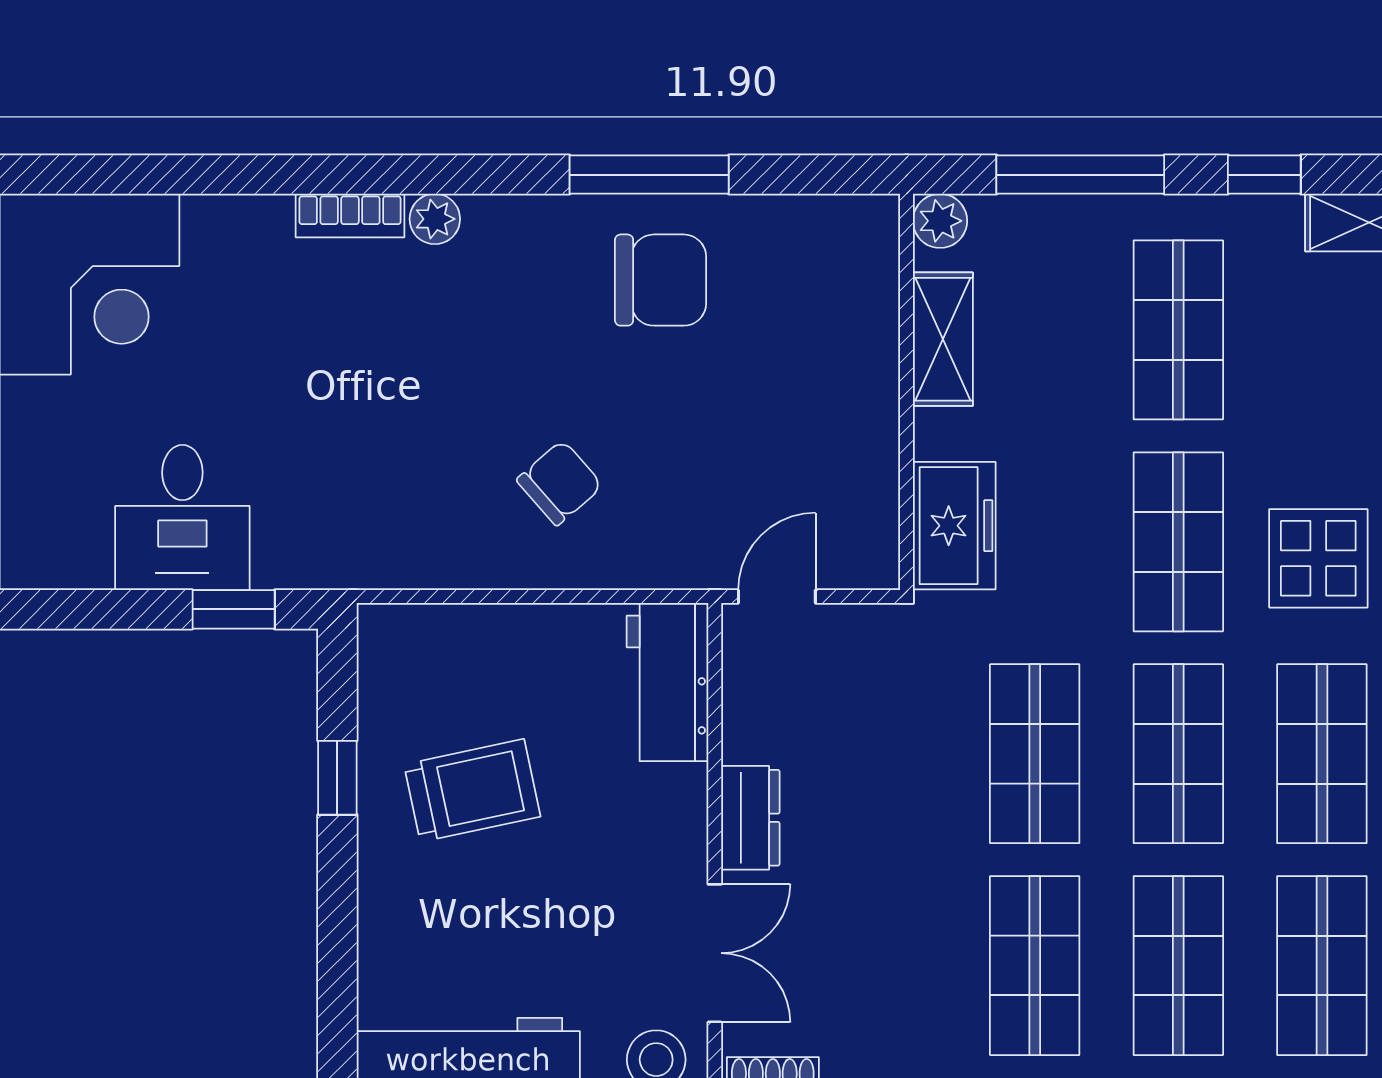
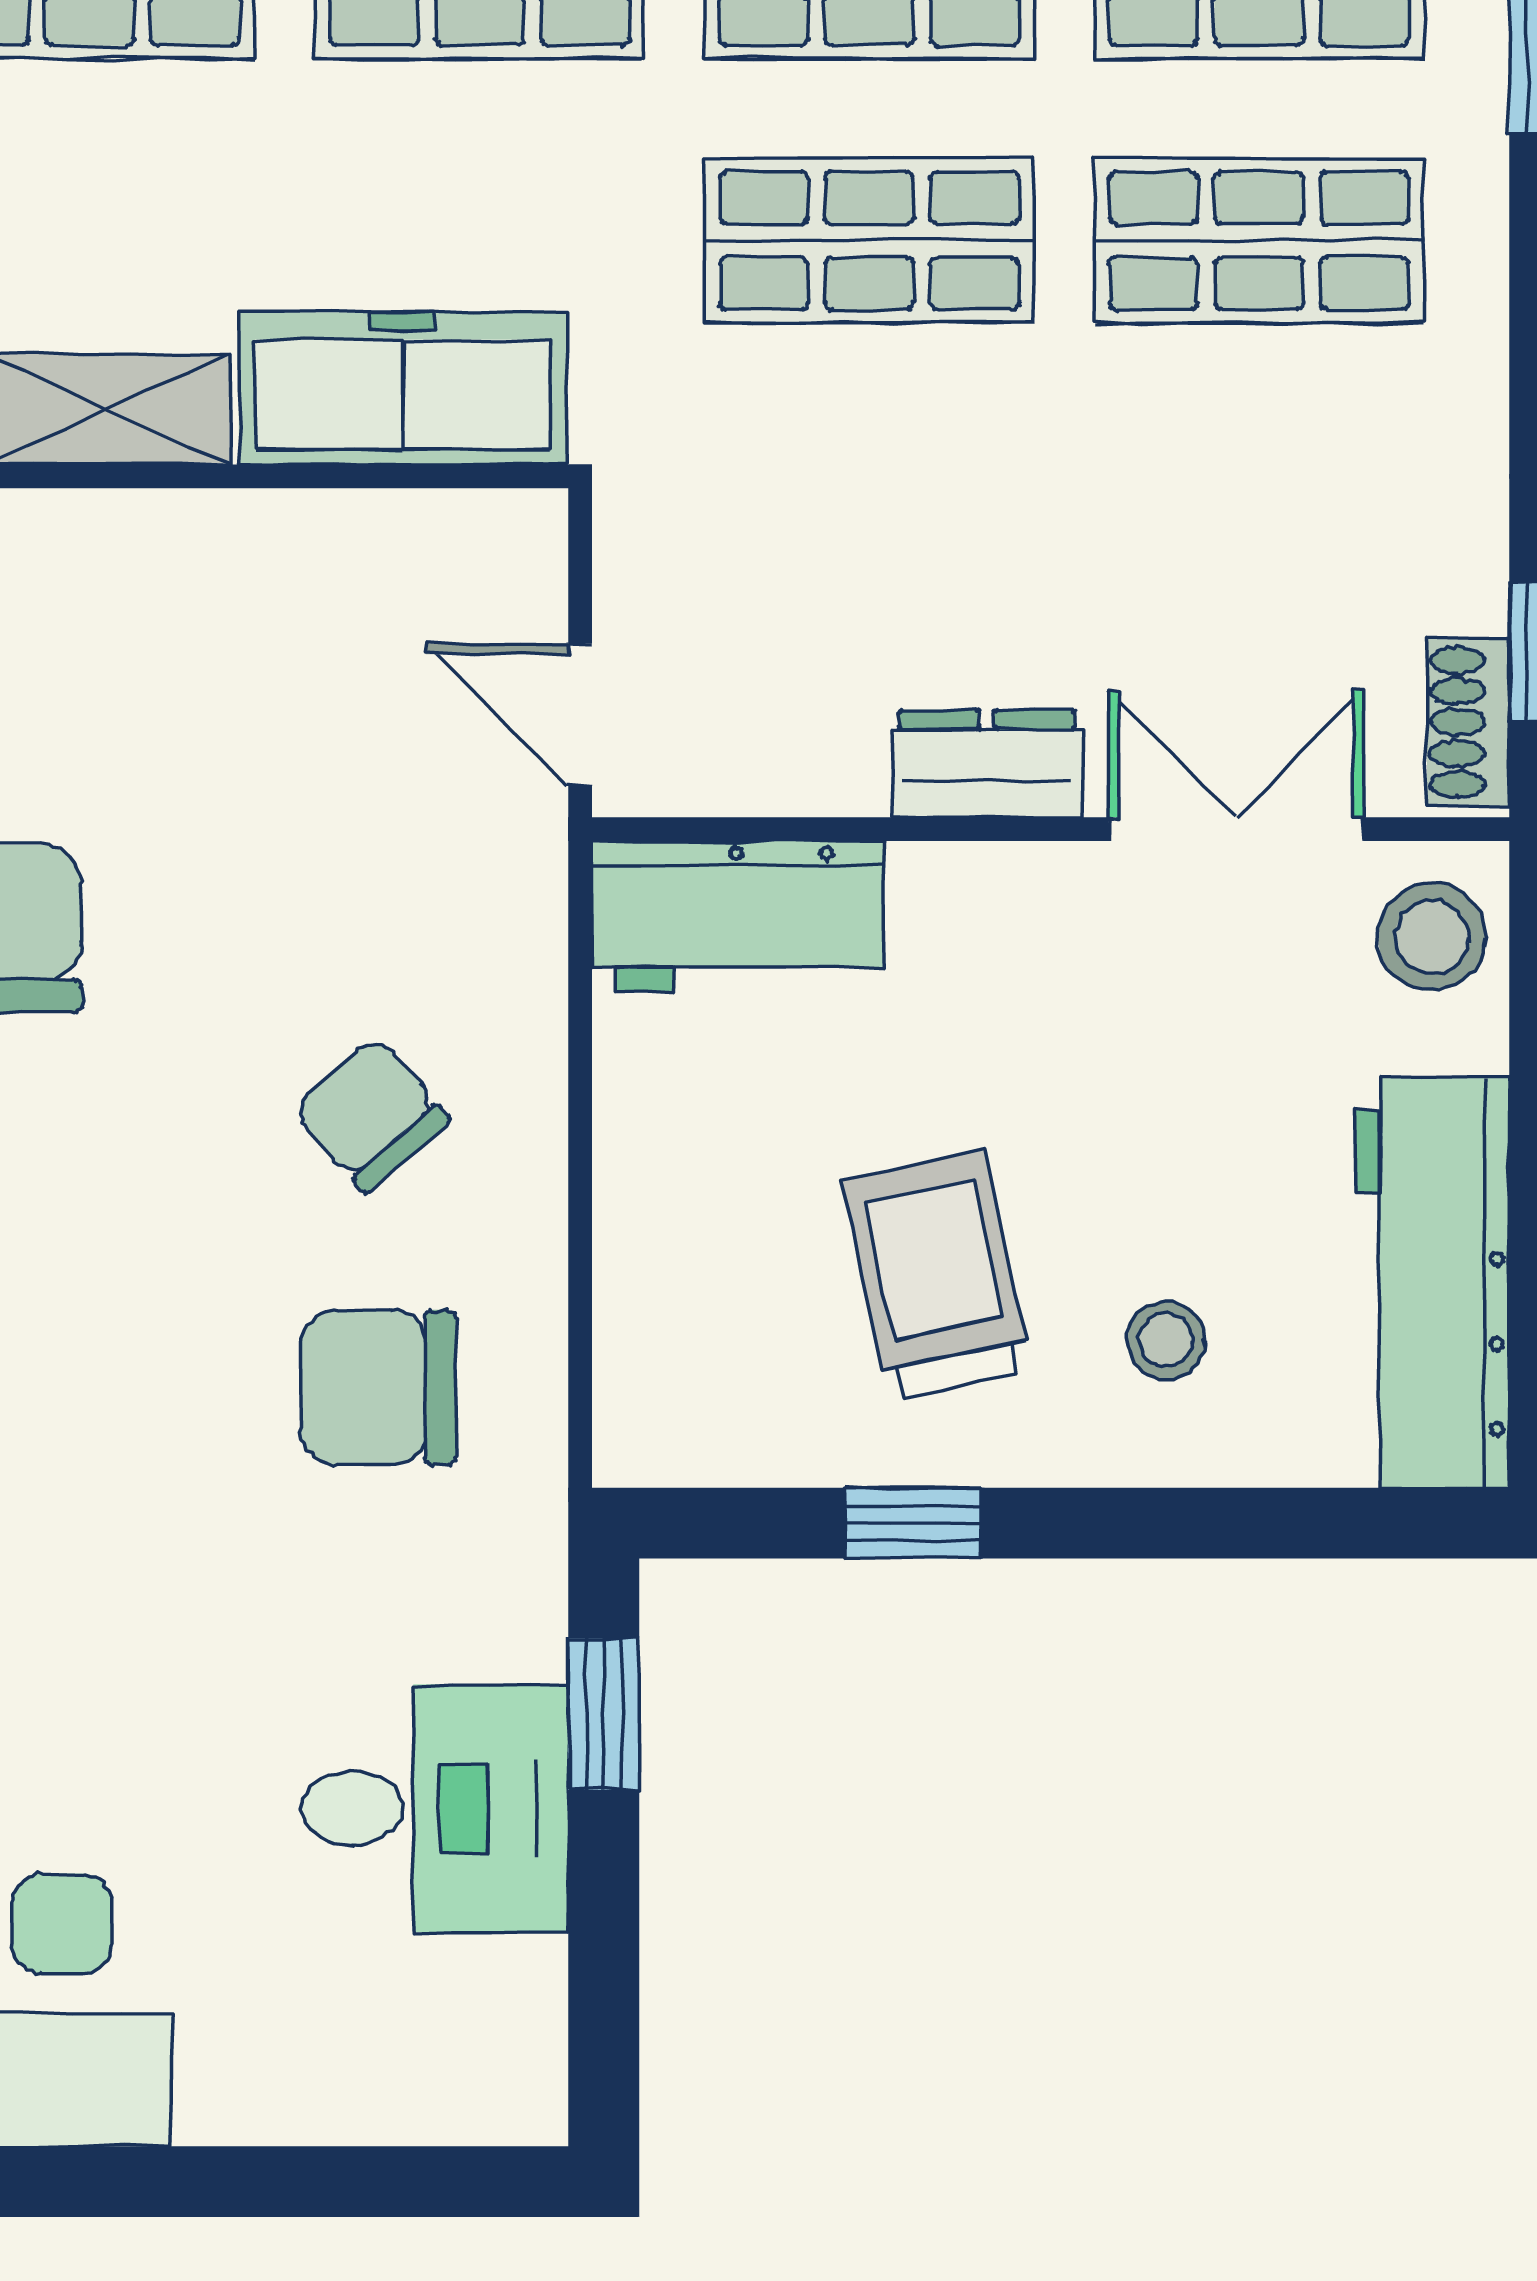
chair: (411, 487) -> (378, 1388), added
freezer: (954, 526) -> (403, 388), width x1.40
stool: (437, 915) -> (1166, 1340), added

